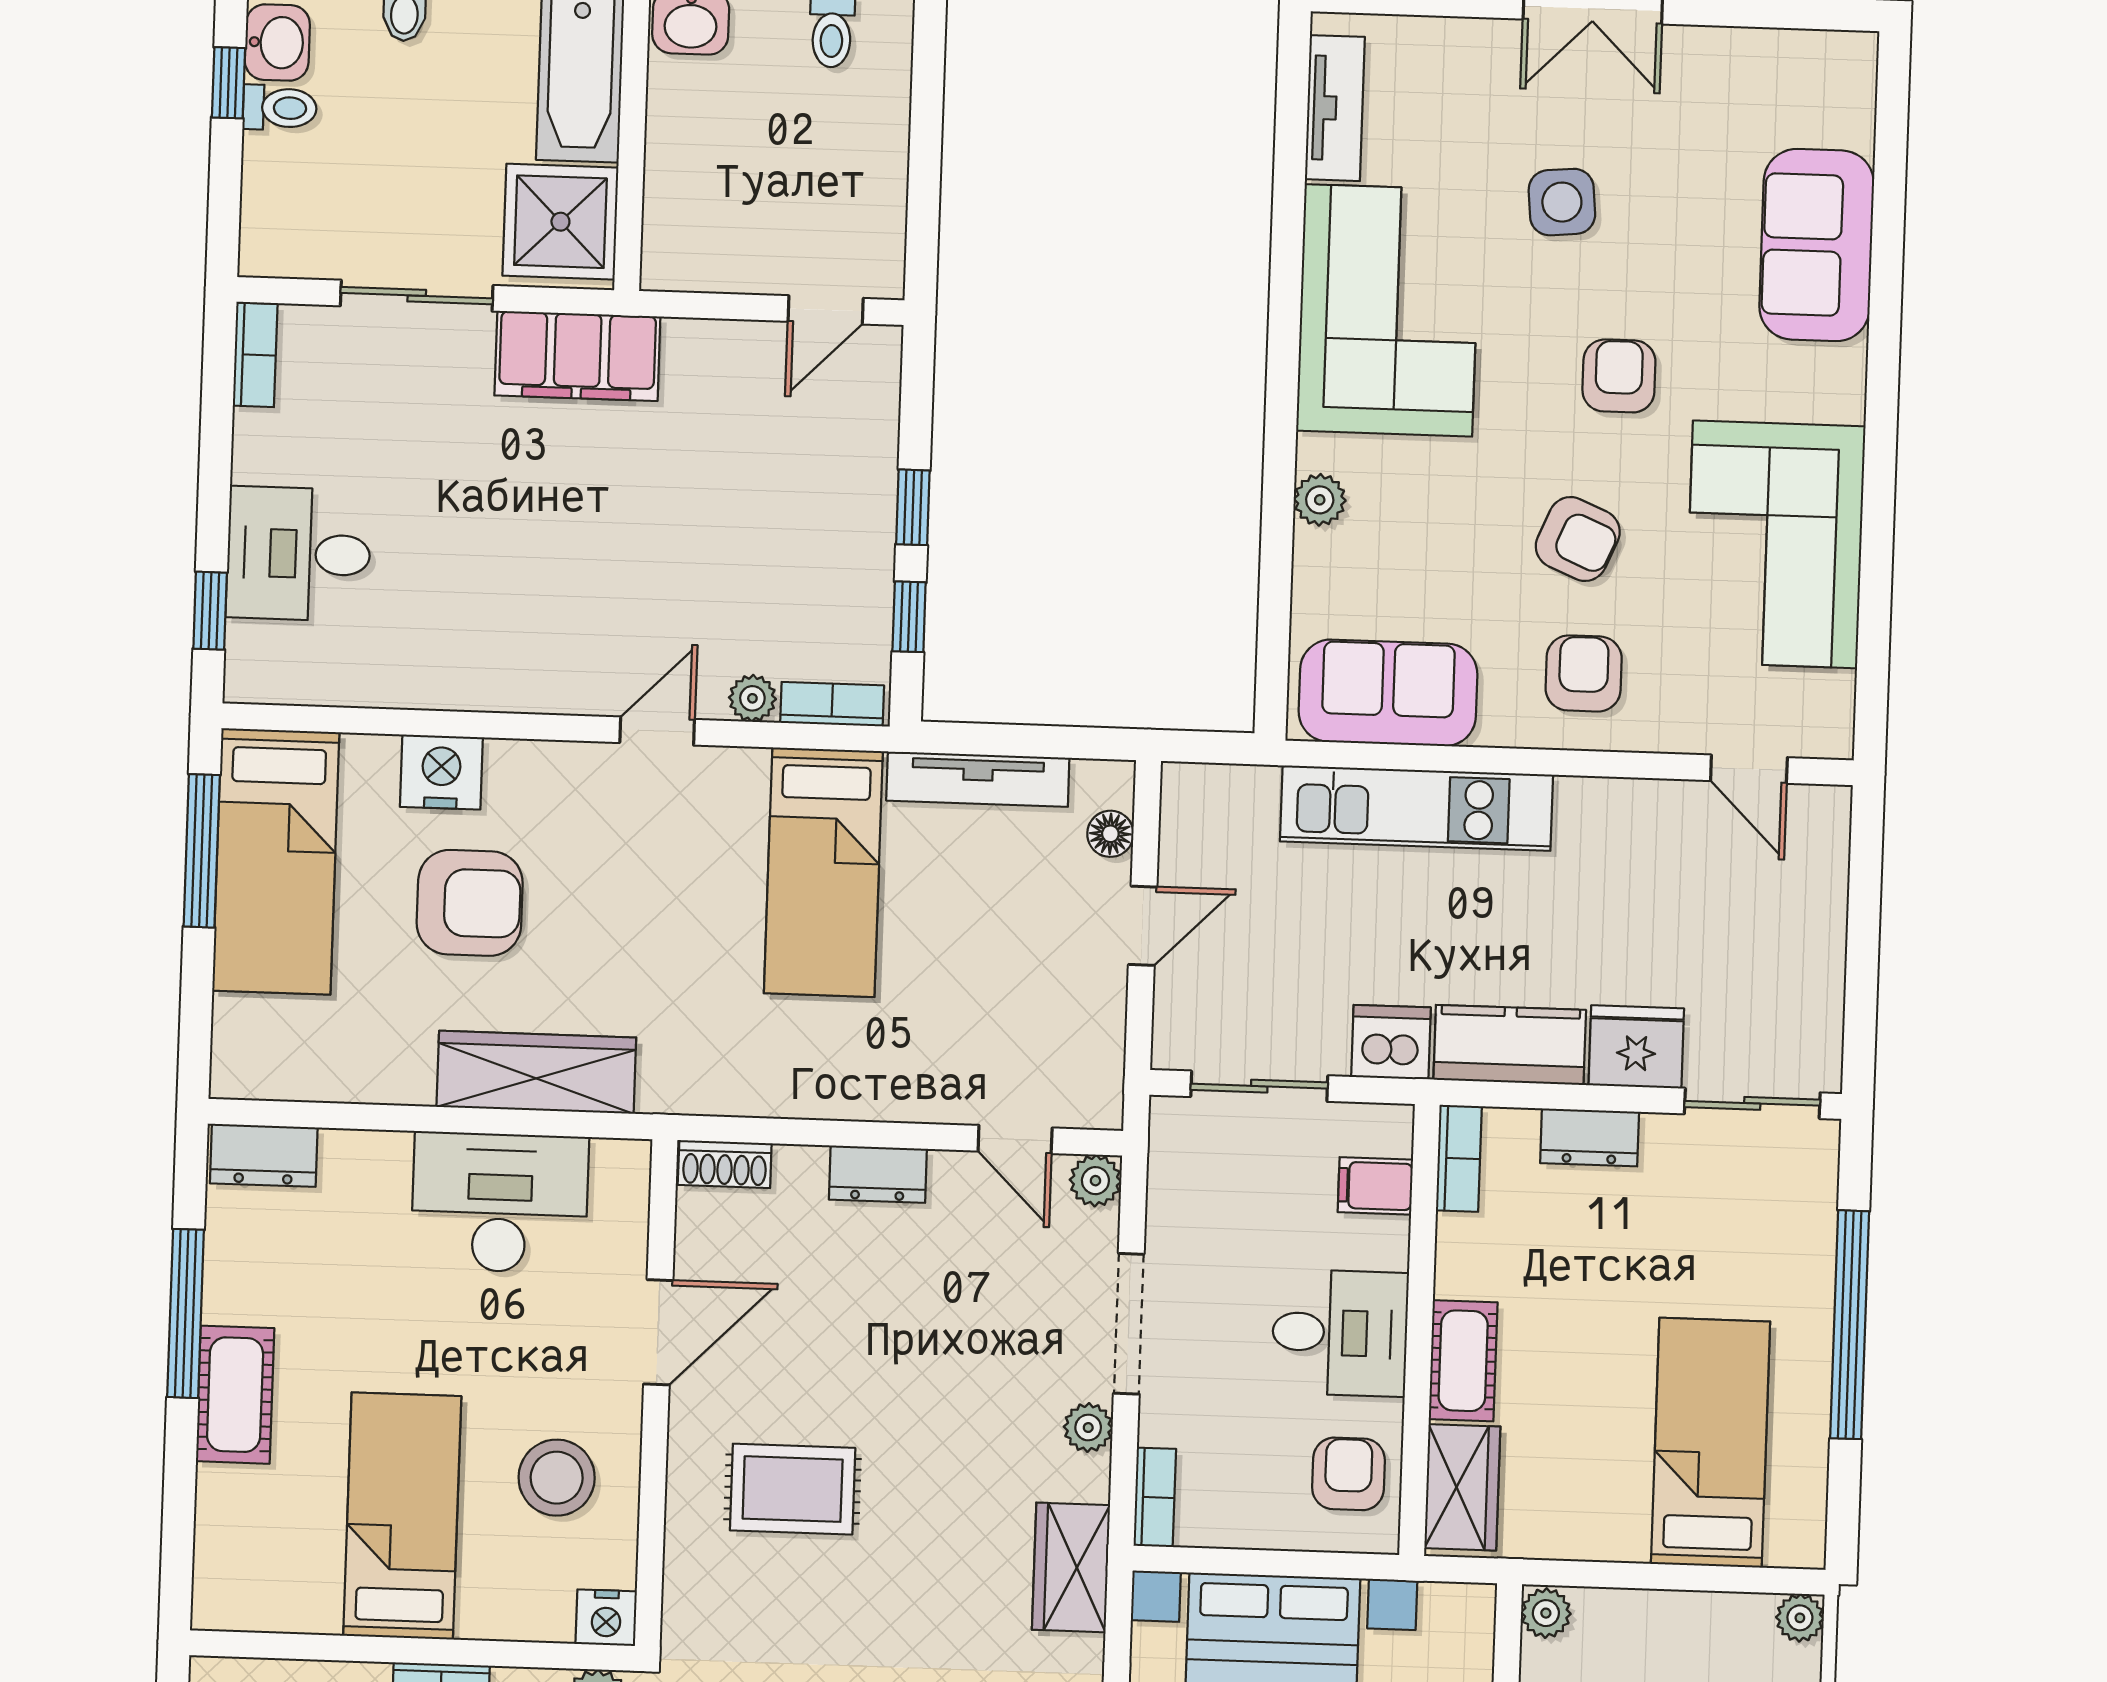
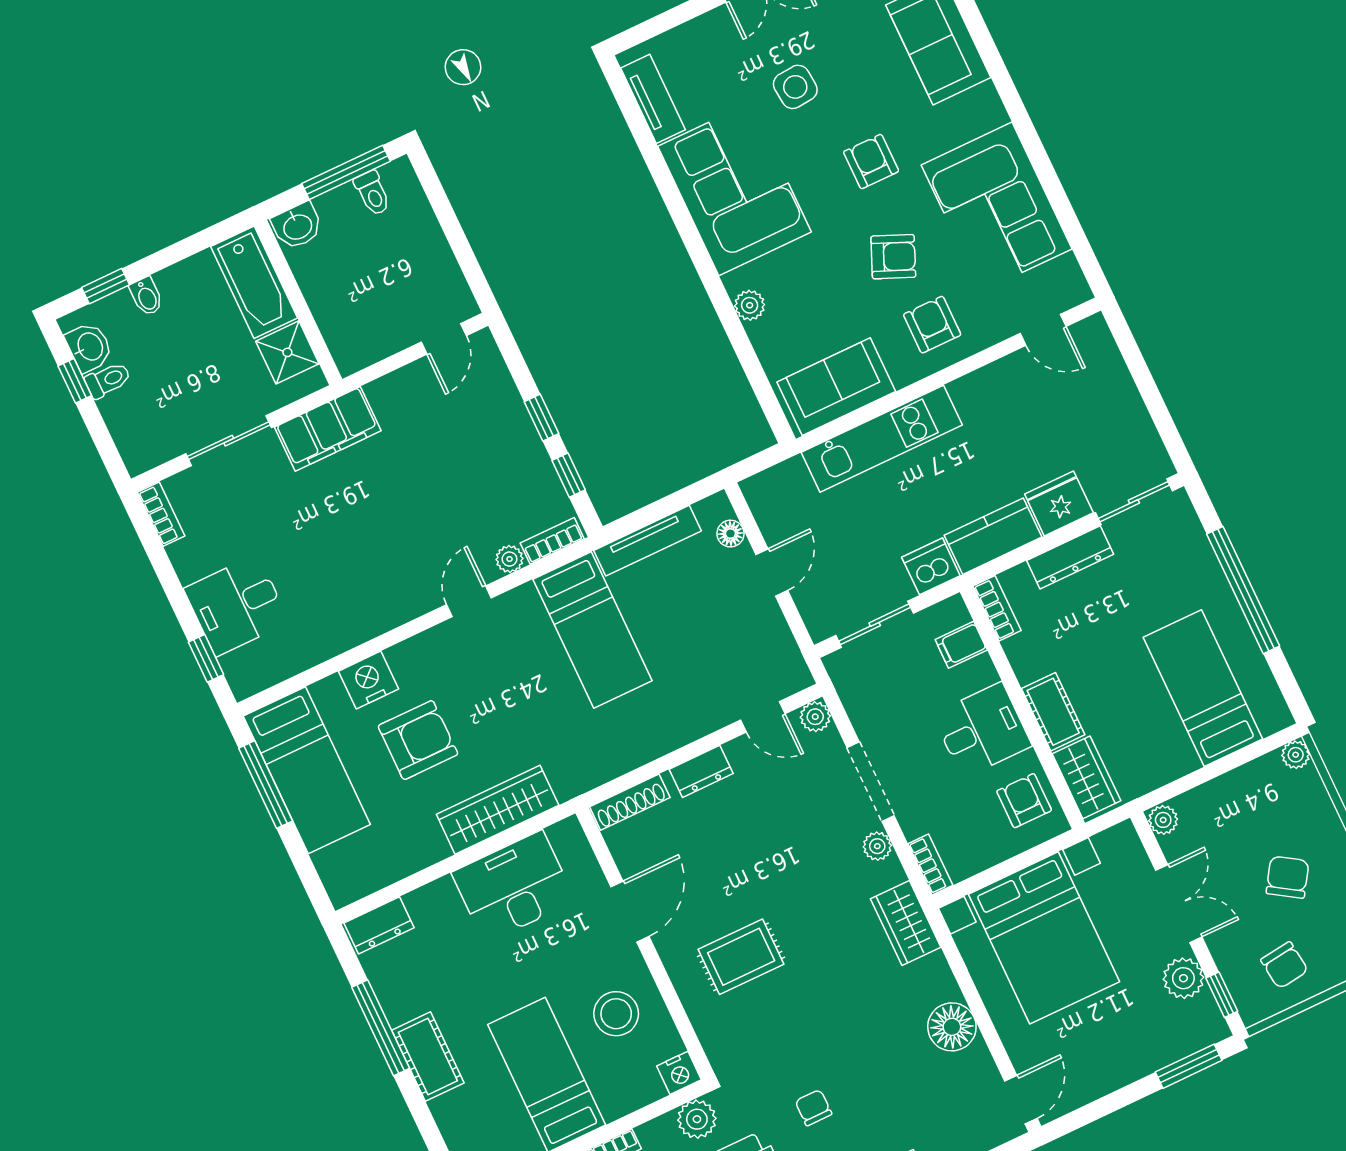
shower: (560, 222) -> (287, 352), width x0.73, depth x0.73
dresser: (1590, 1137) -> (1070, 557), width x1.44
shoe rack: (725, 1164) -> (630, 802), width x1.43

